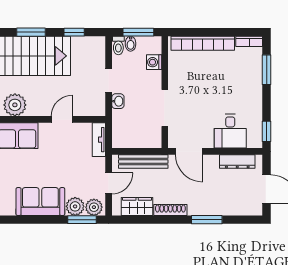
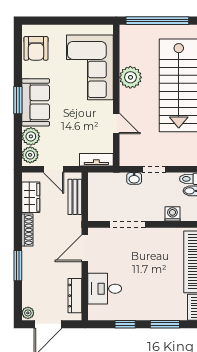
window: (267, 131) -> (125, 324), moved
bench: (143, 162) -> (75, 197), width x0.73
plant: (255, 209) -> (28, 313), added
window: (82, 220) -> (18, 100), moved

